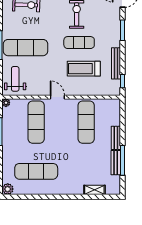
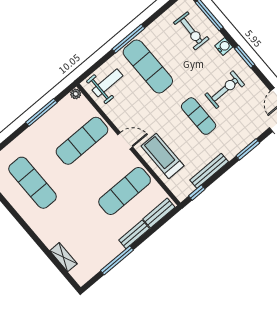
treadmill: (84, 69) -> (162, 156), moved
door: (57, 97) -> (125, 141), hinge flipped
bench: (116, 163) -> (159, 213), moved

